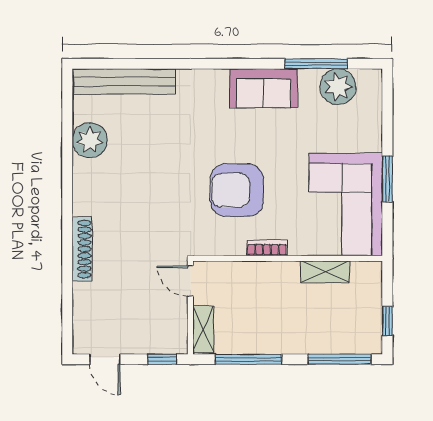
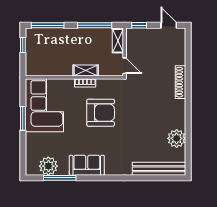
shelving: (325, 272) -> (86, 70), moved

